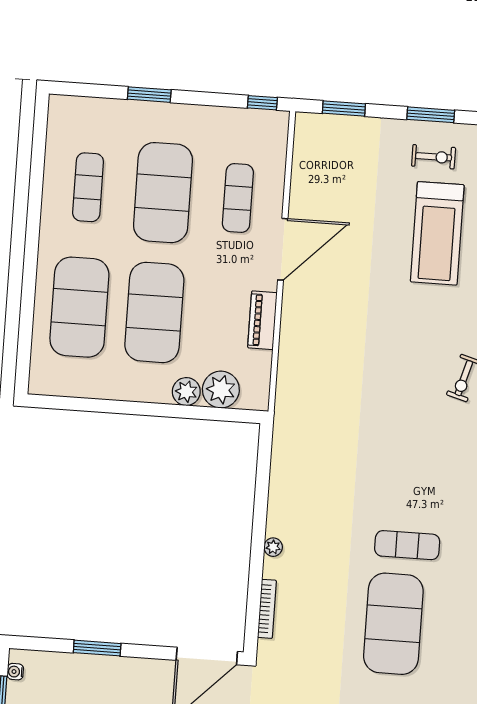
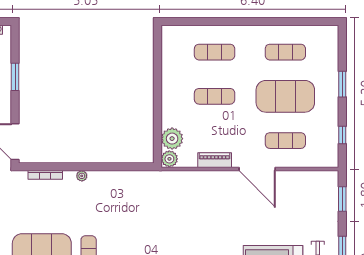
window: (262, 103) -> (342, 135), moved
exercise mat: (79, 307) -> (215, 52), width x0.50, depth x0.69
exercise mat: (154, 312) -> (215, 96), width x0.50, depth x0.69
plant: (186, 392) -> (169, 159), moved

